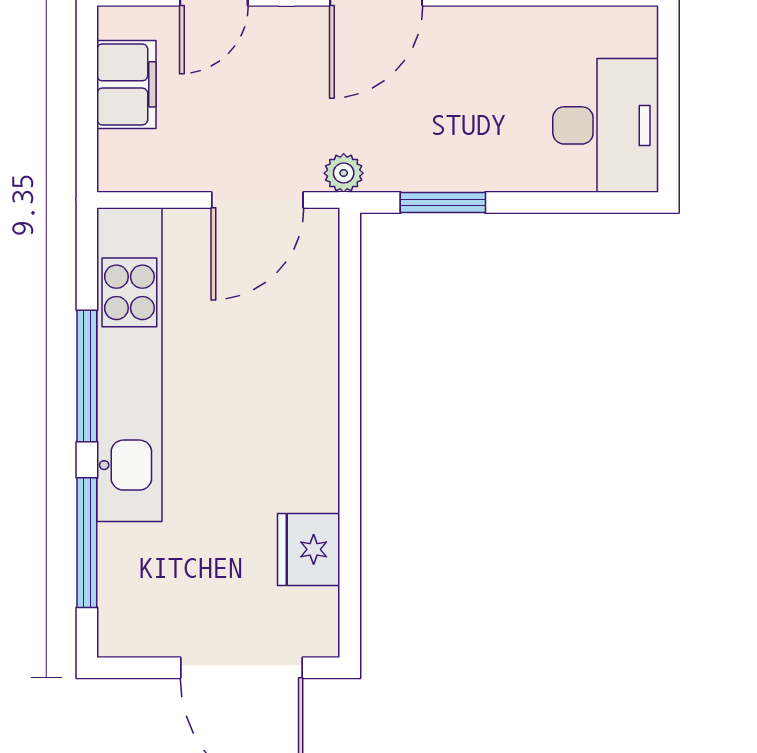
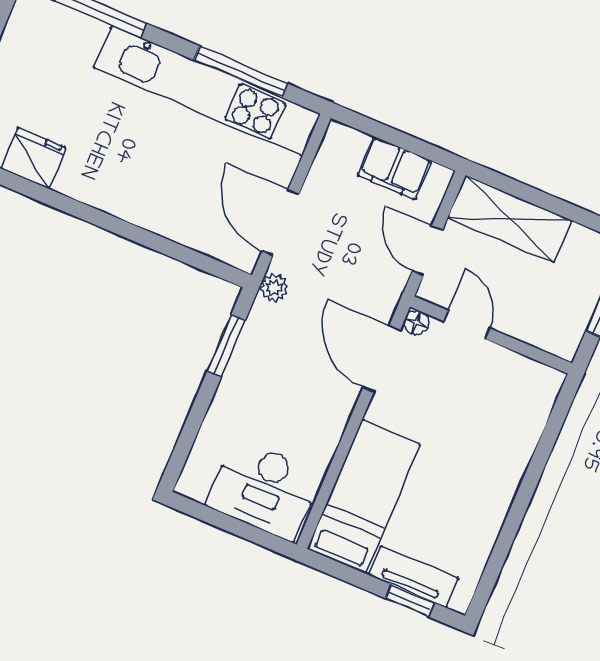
desk: (606, 125) -> (264, 489), moved
window: (87, 376) -> (241, 72), moved

